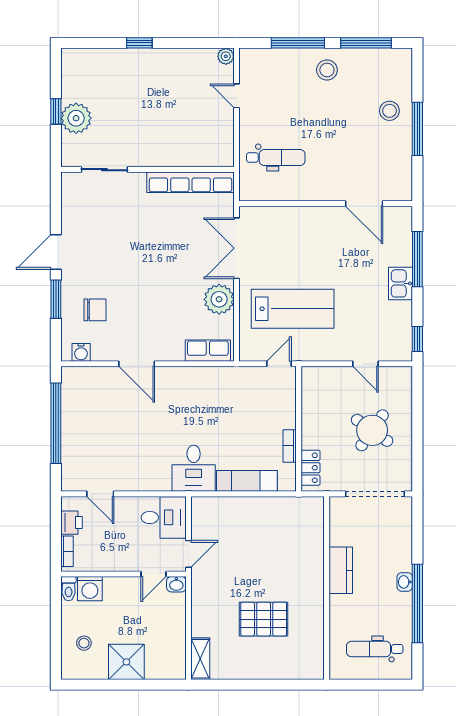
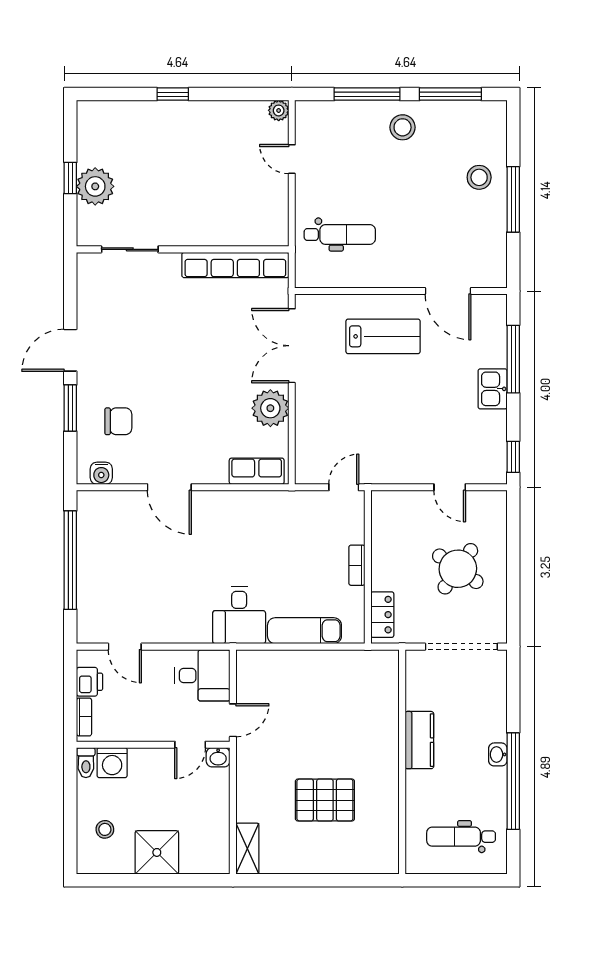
lab bench: (293, 309) -> (383, 336), moved, width x0.73, depth x0.72
bookcase: (290, 446) -> (357, 565), moved

